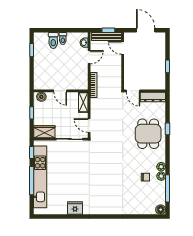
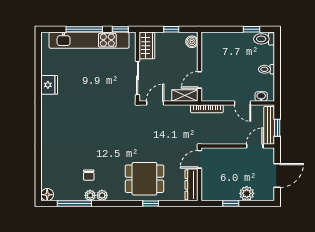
toilet: (53, 40) -> (264, 39), moved
plant: (160, 54) -> (247, 193), added
door: (60, 91) -> (199, 80), moved

